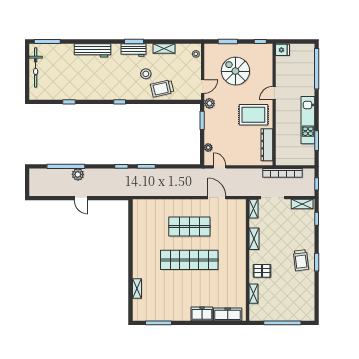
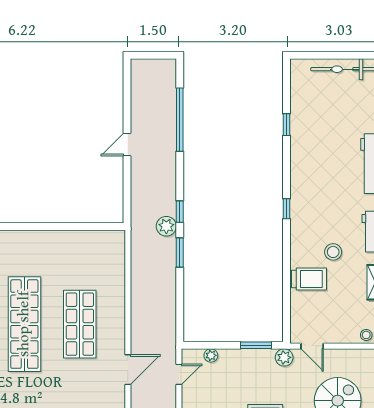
trolley: (162, 88) -> (309, 279), turned 103
plant: (78, 174) -> (166, 226), moved

